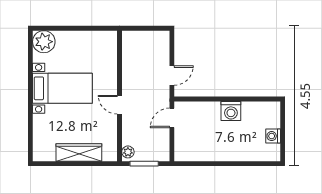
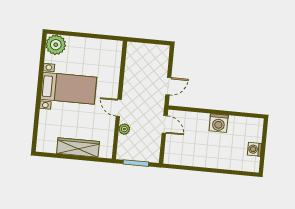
door: (172, 118) -> (165, 124), swing flipped
plant: (128, 152) -> (124, 129), moved

